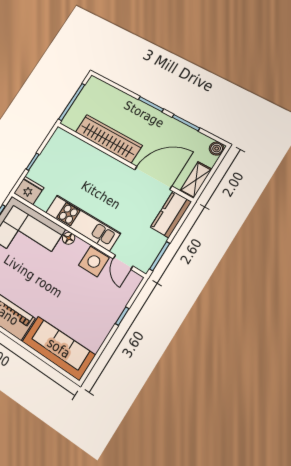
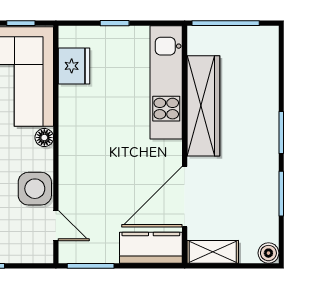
door: (153, 178) -> (185, 197), swing flipped
fridge: (29, 190) -> (74, 66), moved
kitchen unit: (83, 223) -> (166, 82), moved, turned 180
door: (123, 262) -> (56, 226), swing flipped

